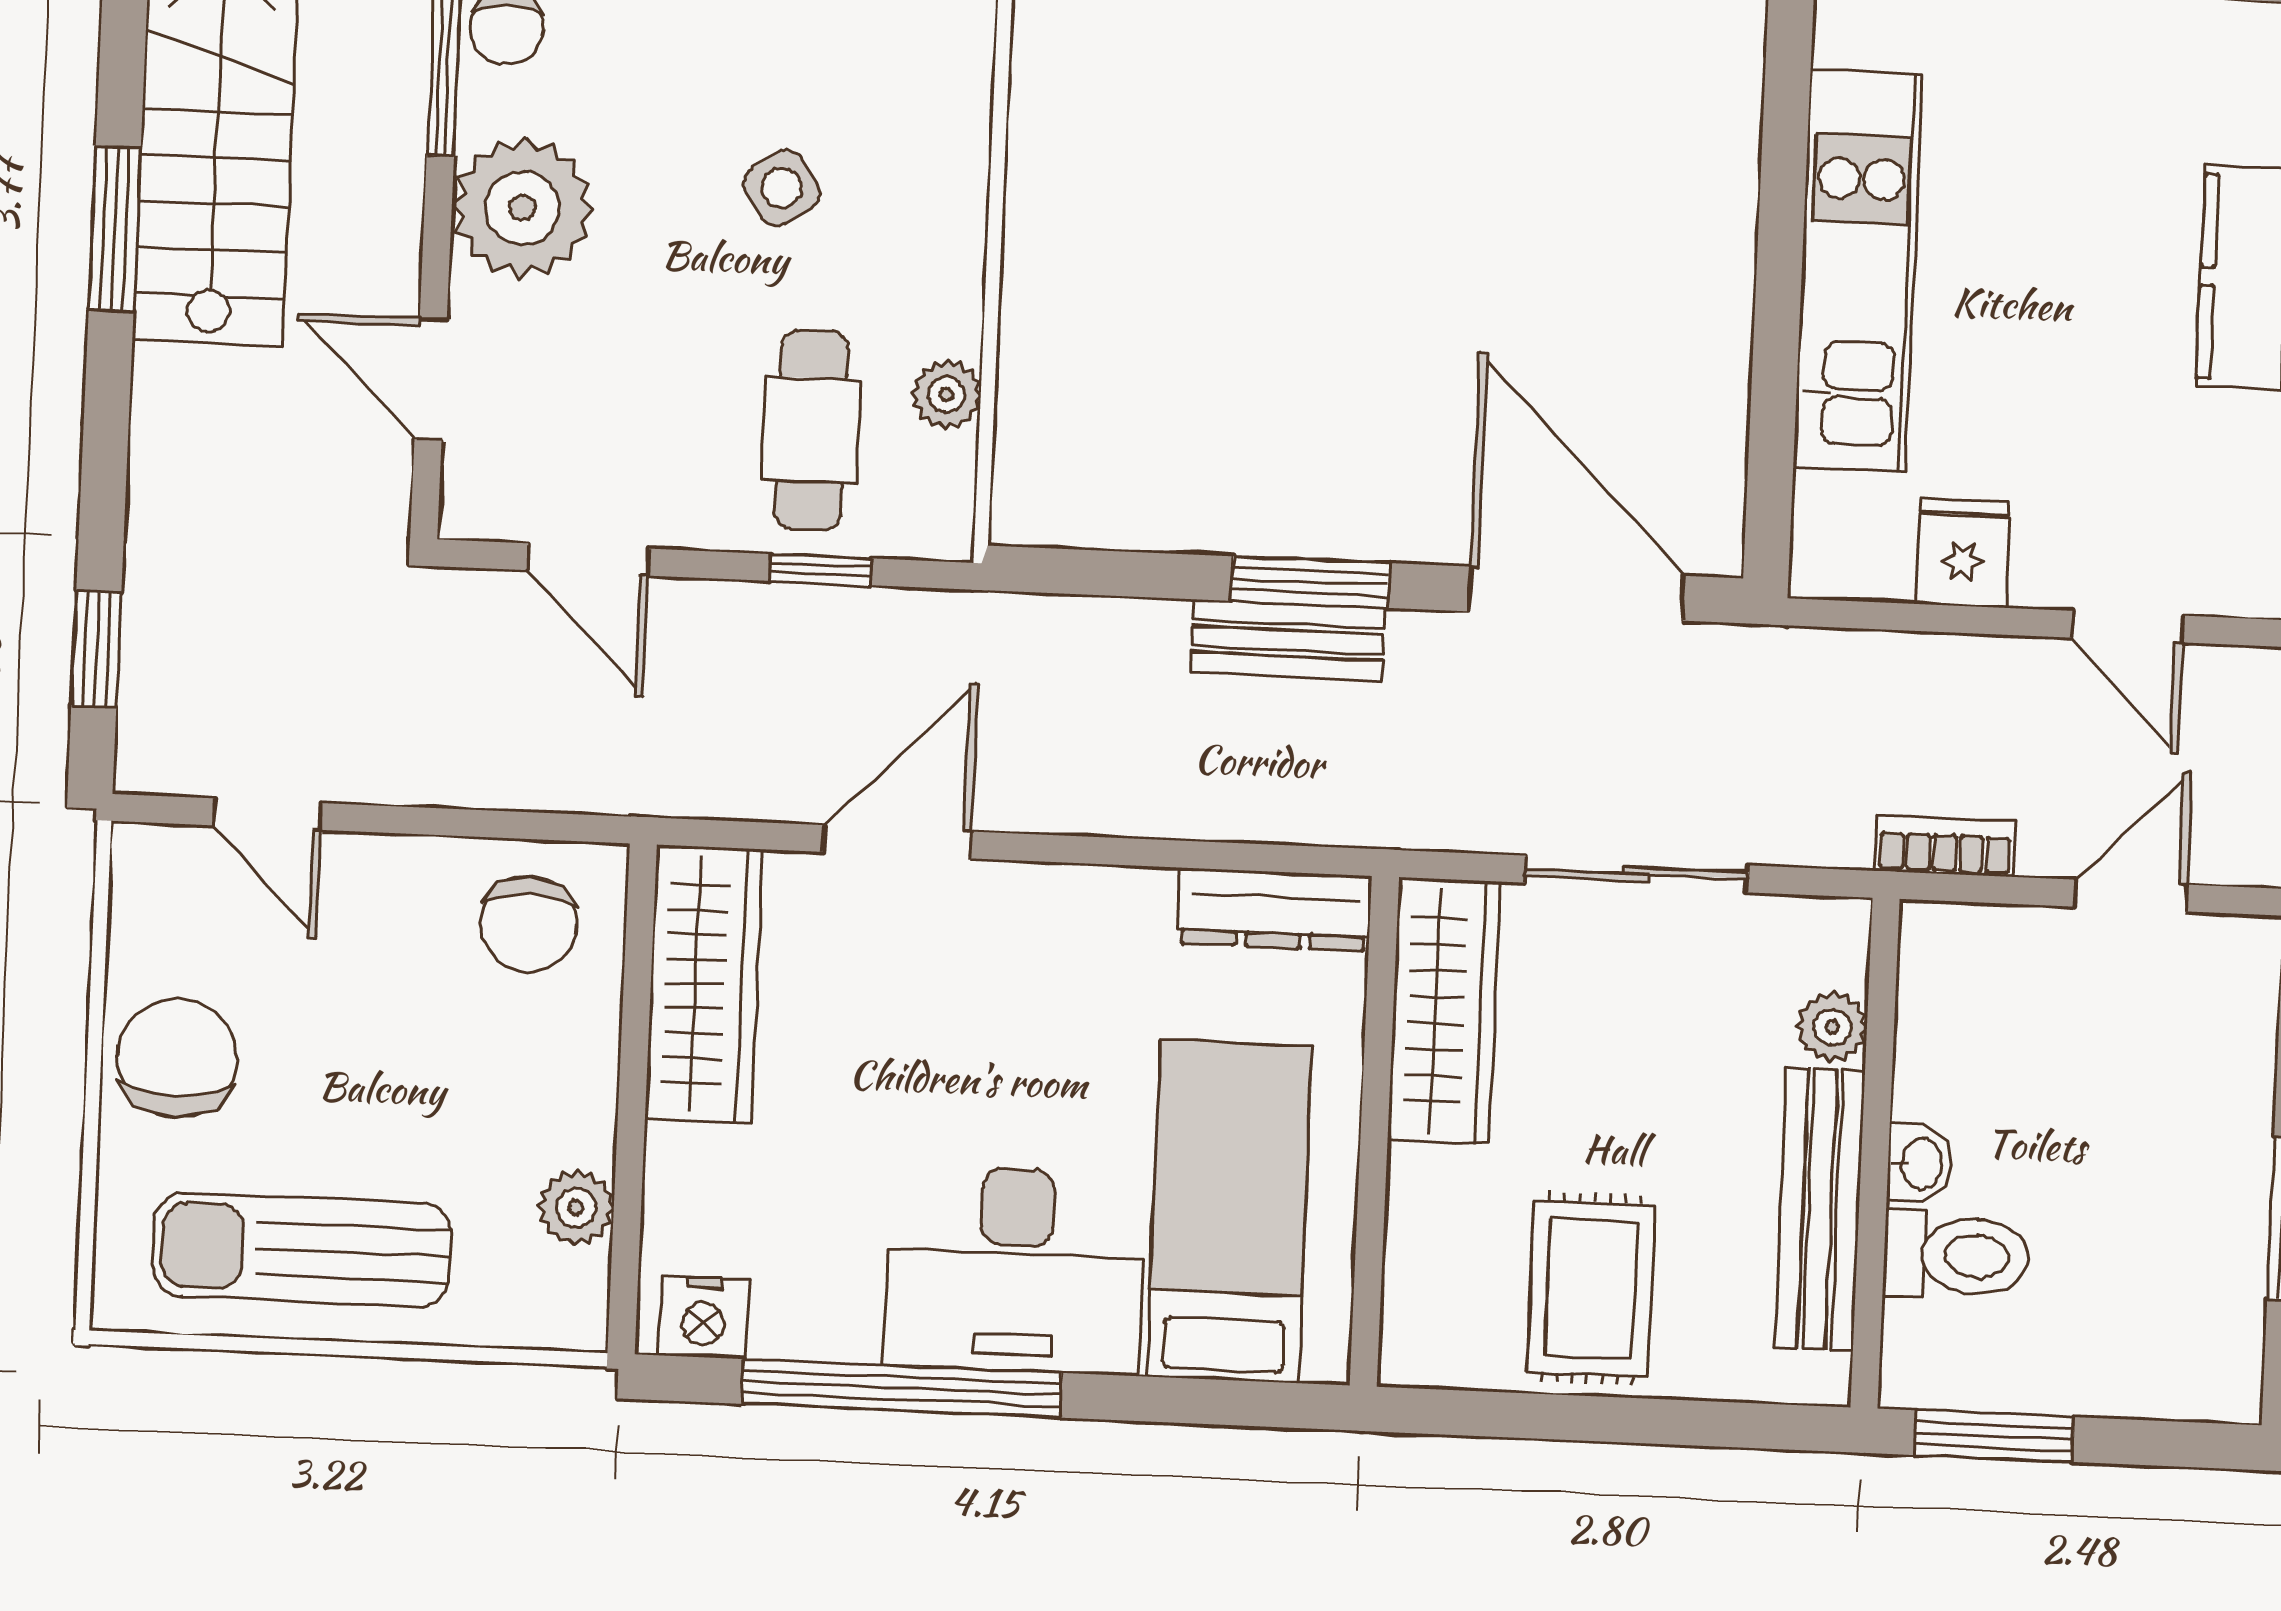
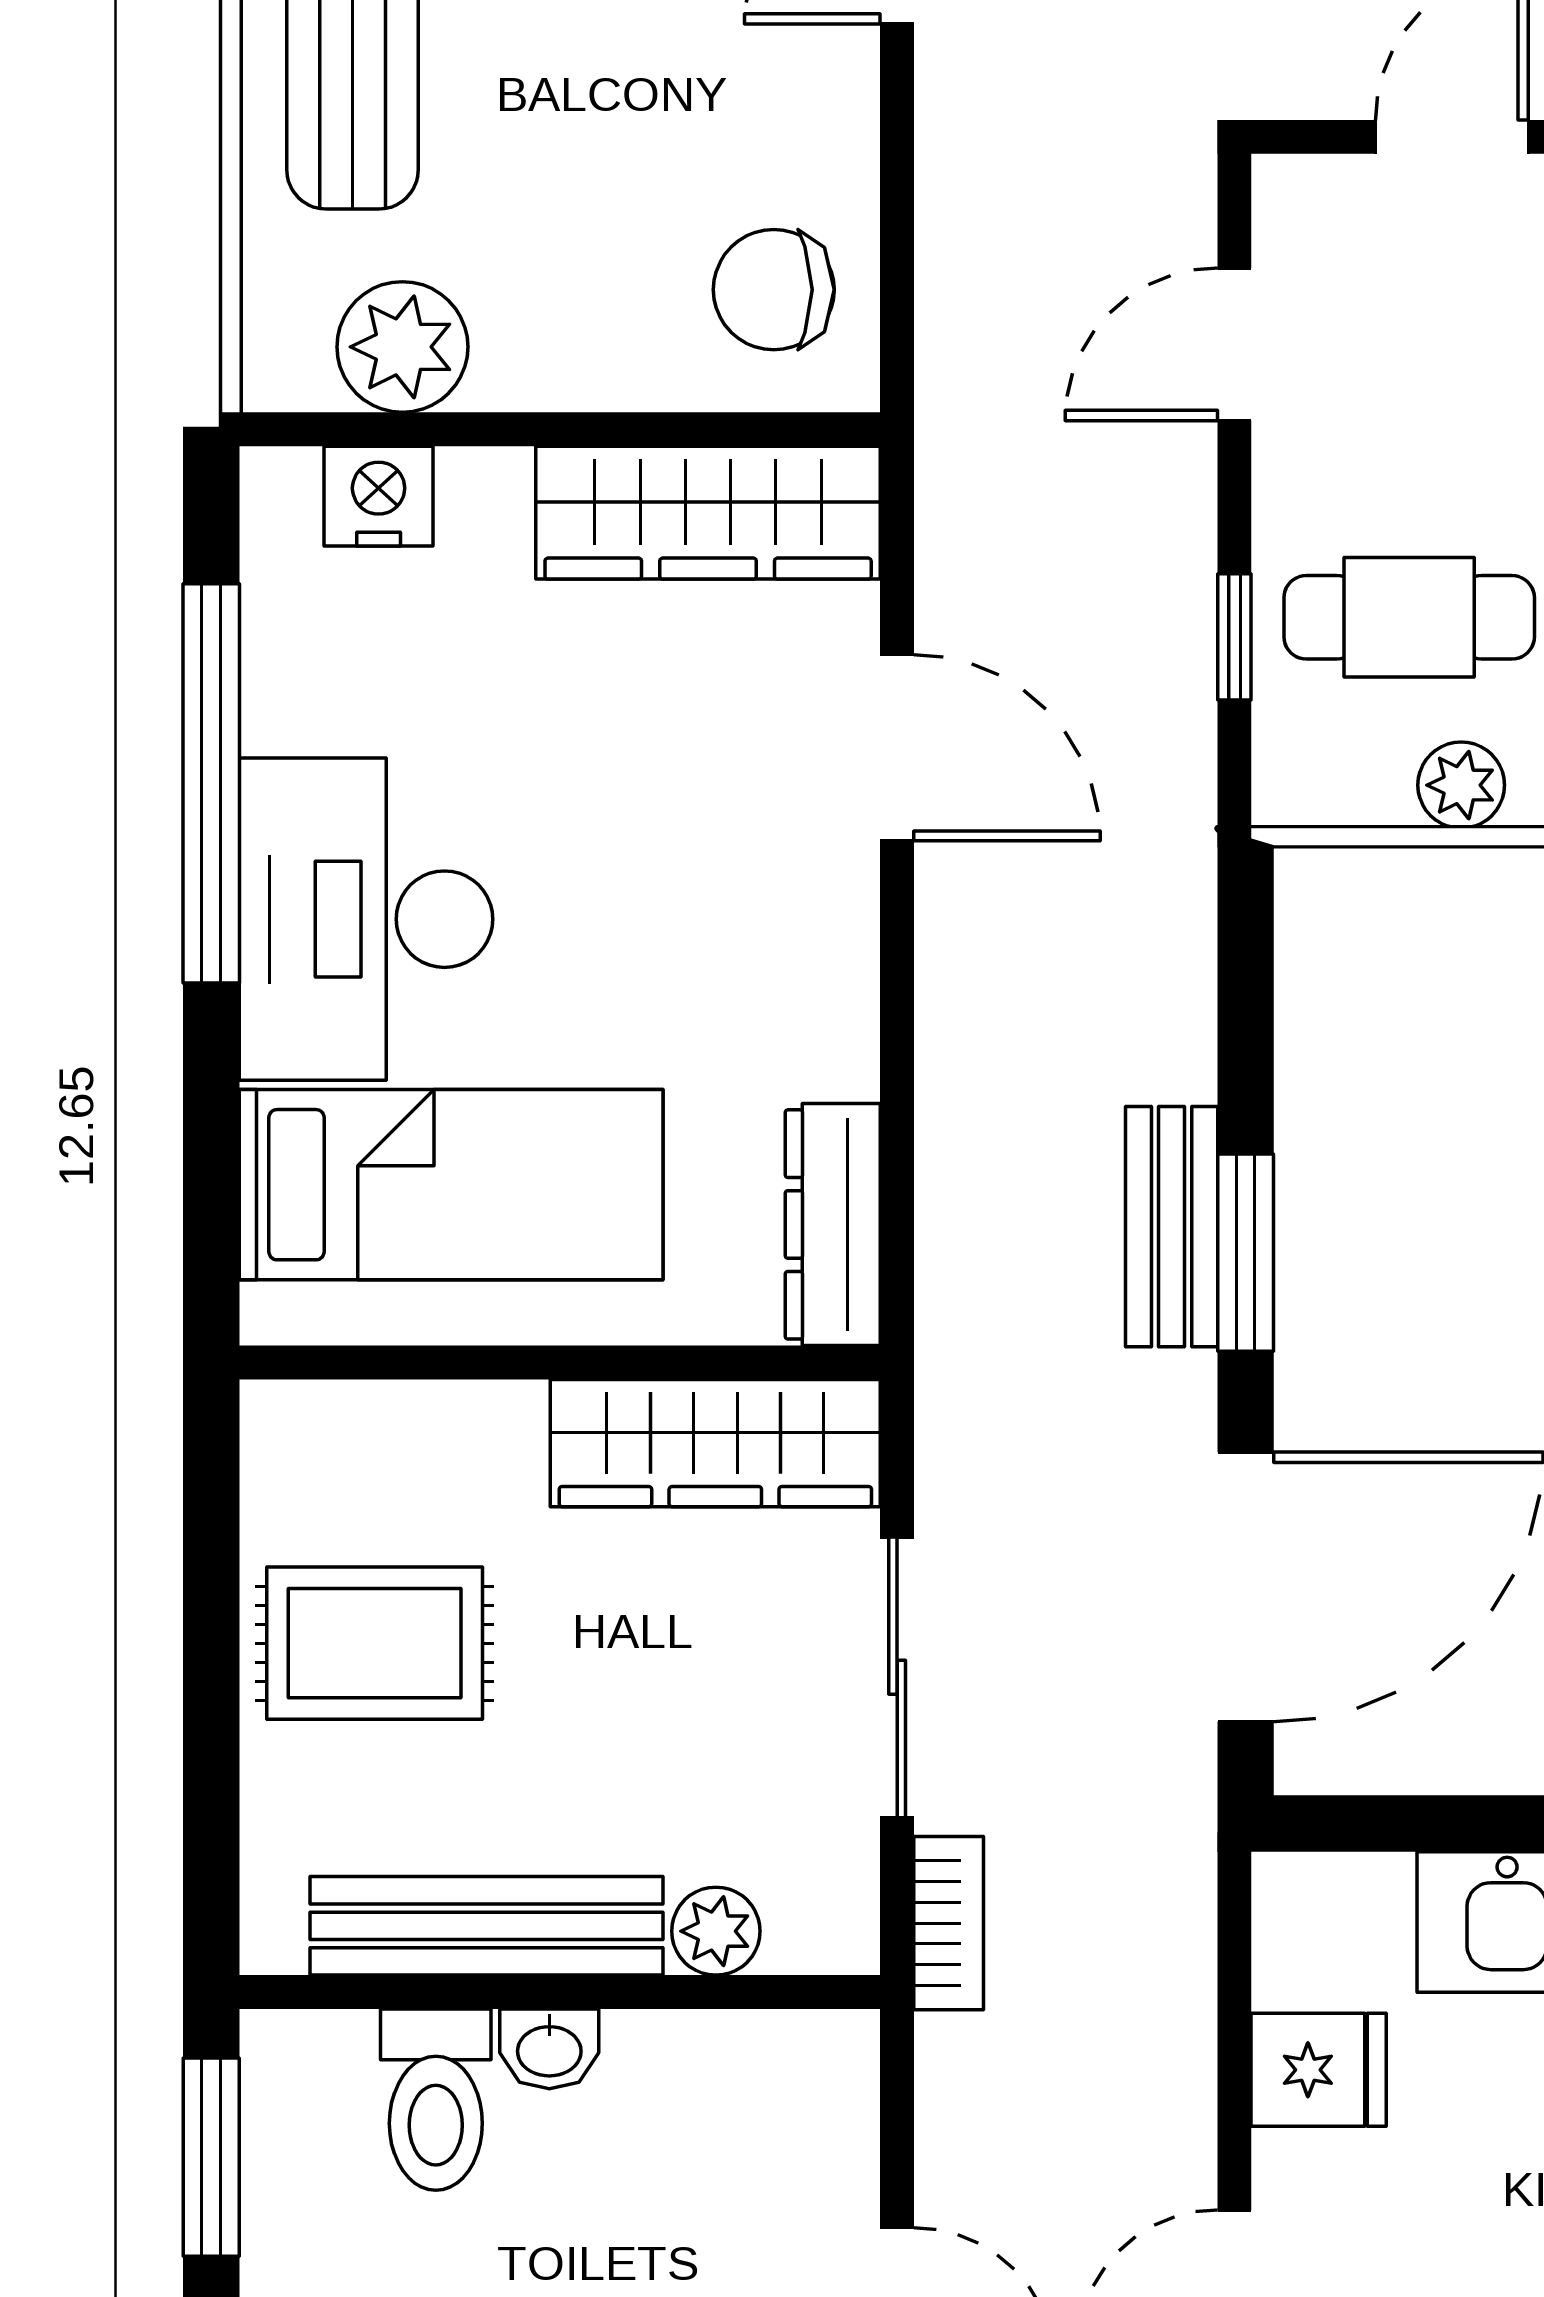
bookcase: (1945, 846) -> (949, 1923), moved
plant: (576, 1208) -> (402, 347), width x1.38, depth x1.38
nightstand: (704, 1317) -> (379, 496), moved, turned 90

